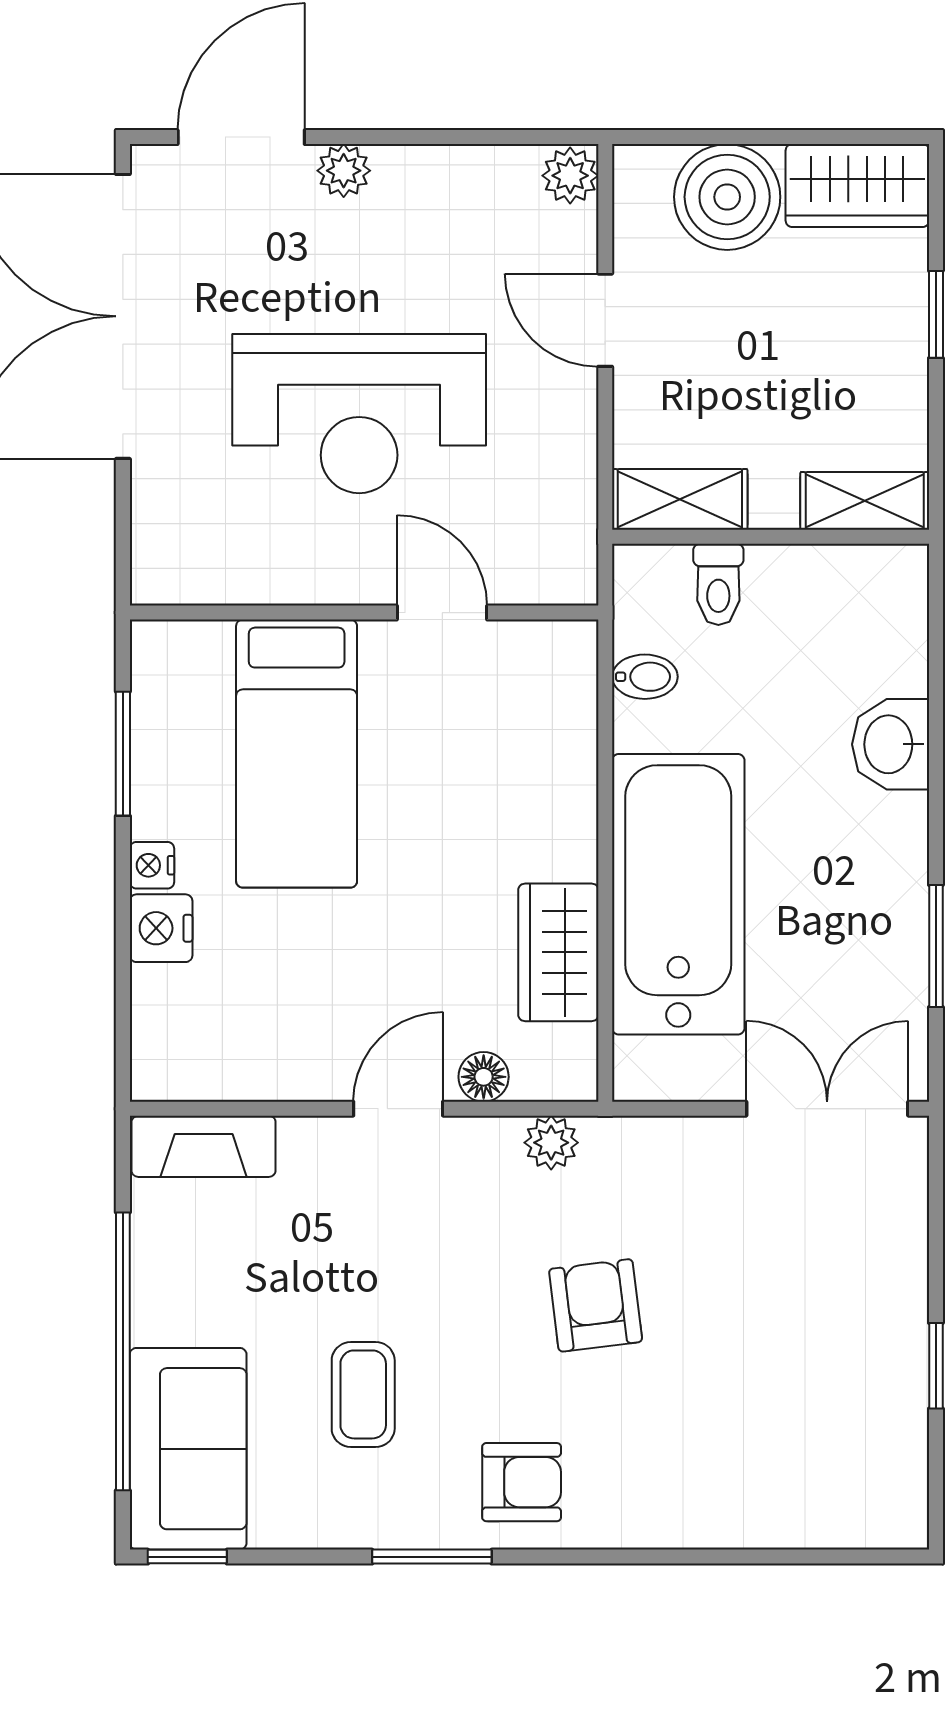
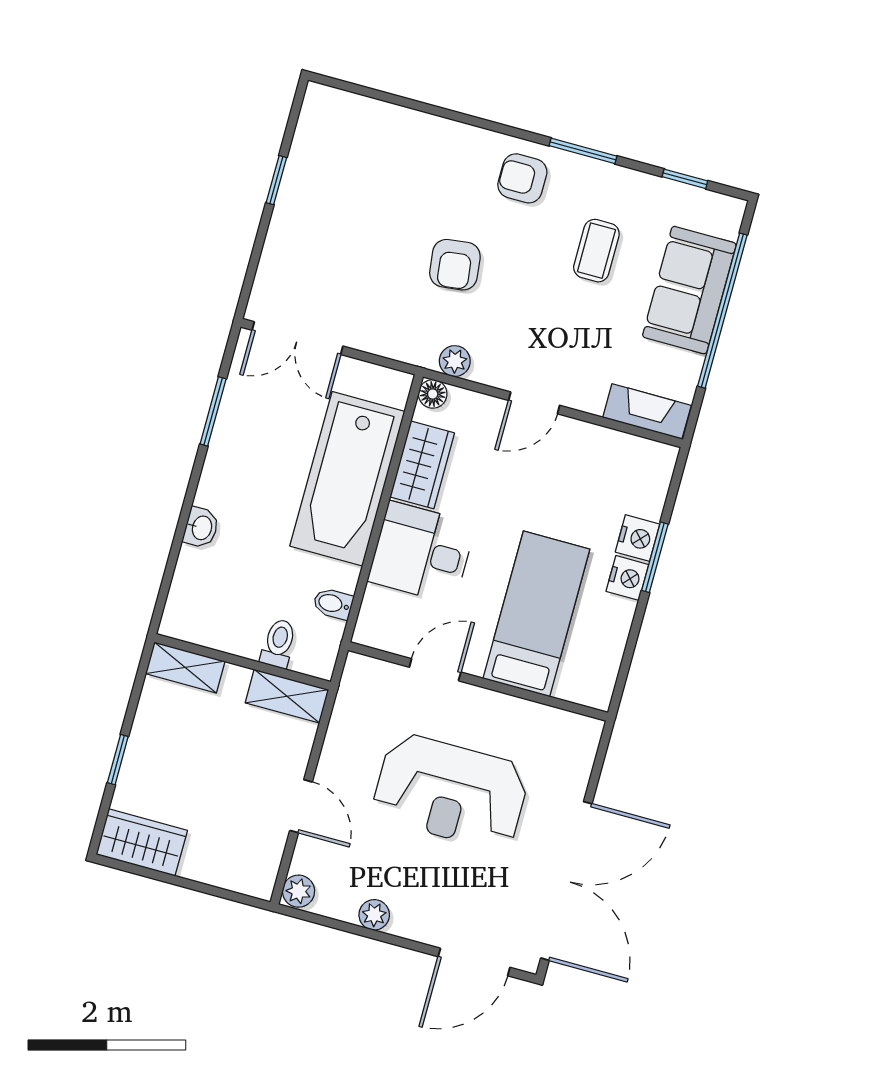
plant: (344, 171) -> (374, 915), moved
boiler: (727, 197) -> (215, 856), removed
reception desk: (359, 414) -> (451, 792), turned 180
door: (442, 613) -> (435, 670), swing flipped
washbasin: (891, 744) -> (201, 528), width x0.72, depth x0.69
window: (123, 754) -> (655, 557), moved
desk: (519, 804) -> (422, 552), added
nightstand: (152, 865) -> (627, 578), width x1.39, depth x1.35
floor lamp: (484, 1077) -> (433, 394), moved
sofa: (188, 1449) -> (689, 290), moved
window: (187, 1557) -> (685, 179), moved

